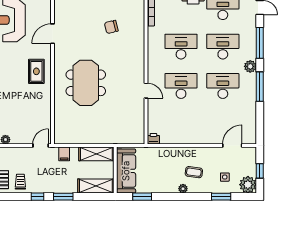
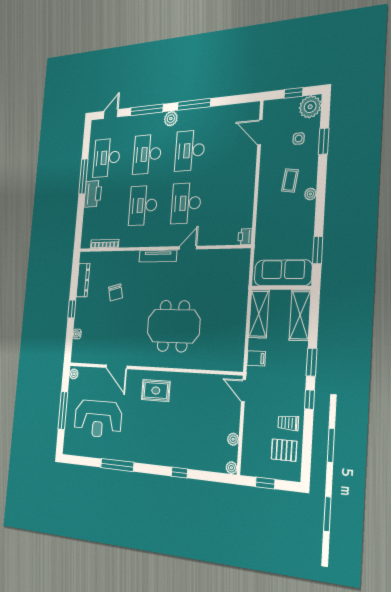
tv unit: (140, 64) -> (158, 256), added

